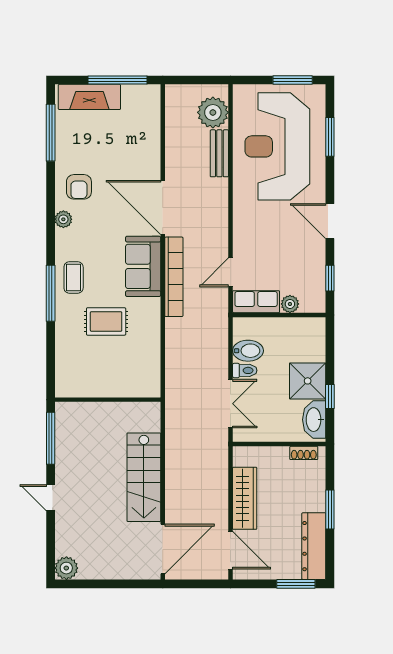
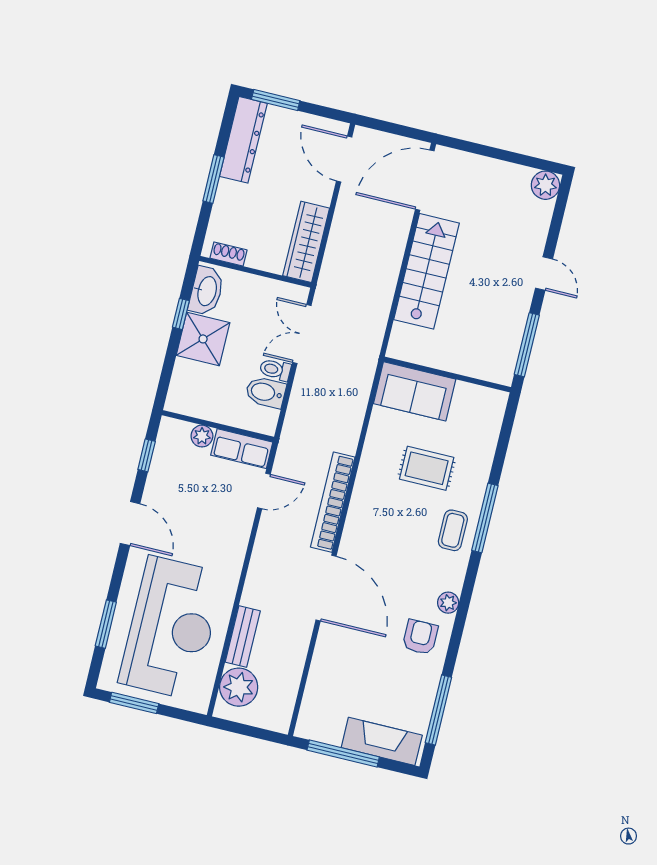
sofa: (143, 266) -> (415, 391), moved, turned 90
wardrobe: (245, 498) -> (306, 242), moved

